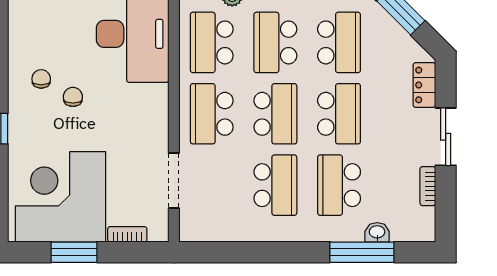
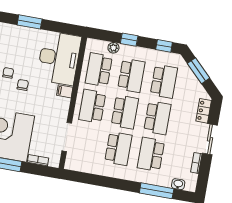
school desk: (275, 42) -> (131, 75), turned 180
filing cabinet: (155, 95) -> (65, 91), added
washbasin: (377, 232) -> (178, 184), moved

